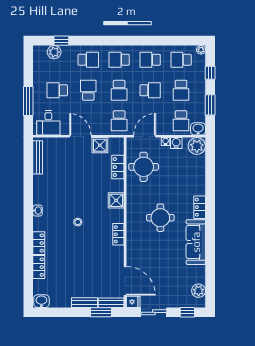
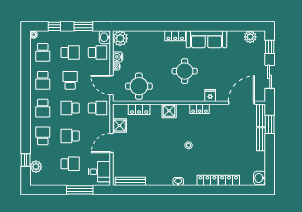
school desk: (57, 90) -> (70, 164), turned -90
school desk: (119, 90) -> (70, 108), turned 180
fridge: (133, 302) -> (210, 96), moved

